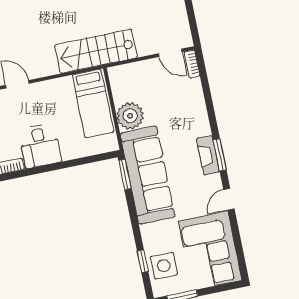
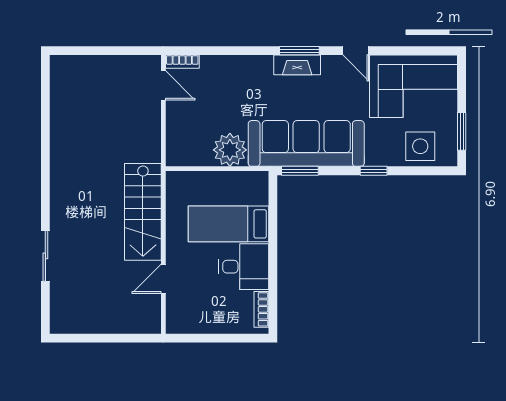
stairs: (96, 51) -> (143, 212), moved
door: (170, 53) -> (163, 85), hinge flipped
bed: (93, 103) -> (228, 224), moved, turned 180
window: (143, 261) -> (374, 171), moved

